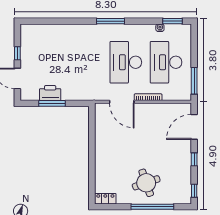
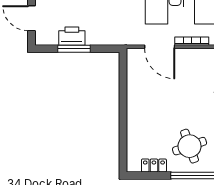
locker: (105, 199) -> (154, 166), moved

